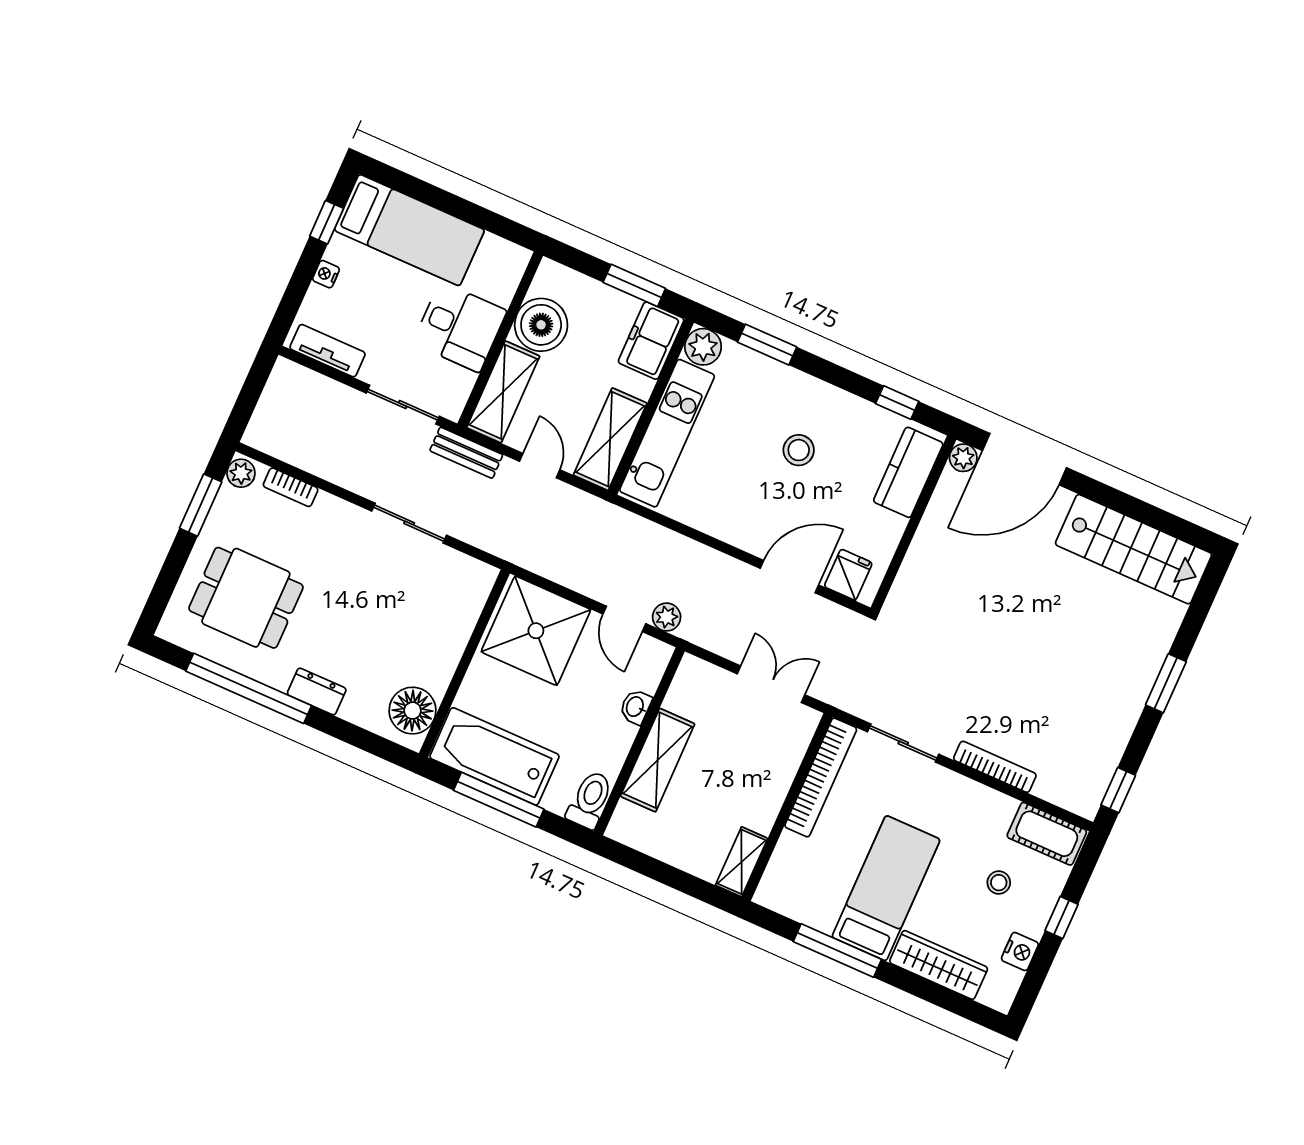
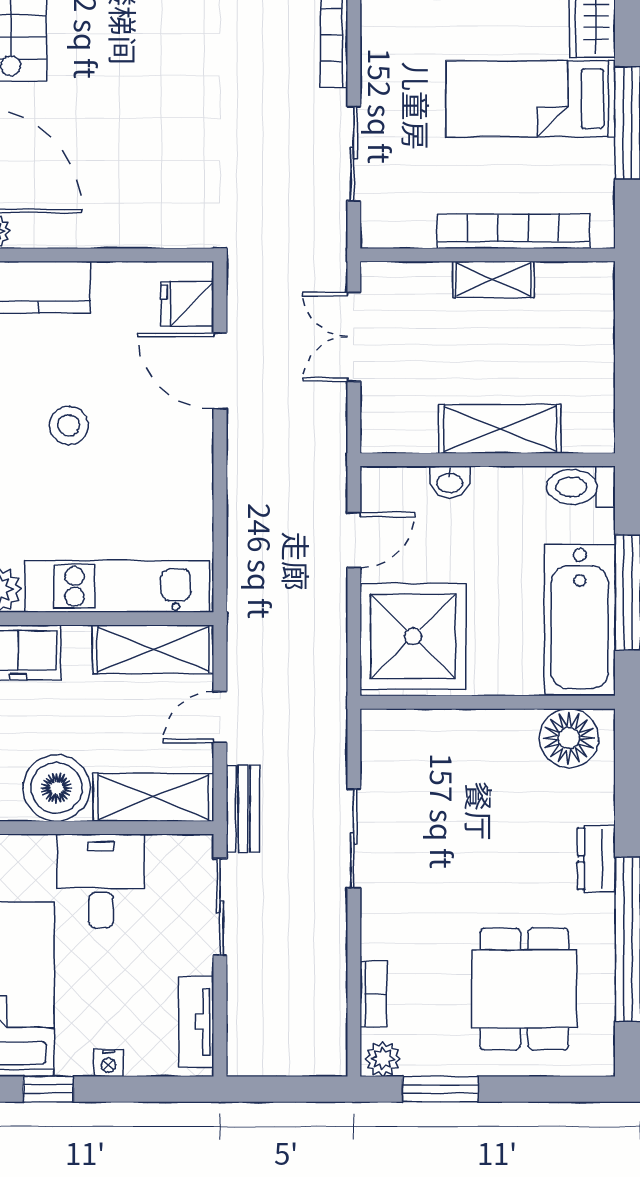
plant: (667, 617) -> (330, 492), removed
bookcase: (821, 777) -> (513, 231), moved
shelving: (742, 862) -> (493, 279), moved

